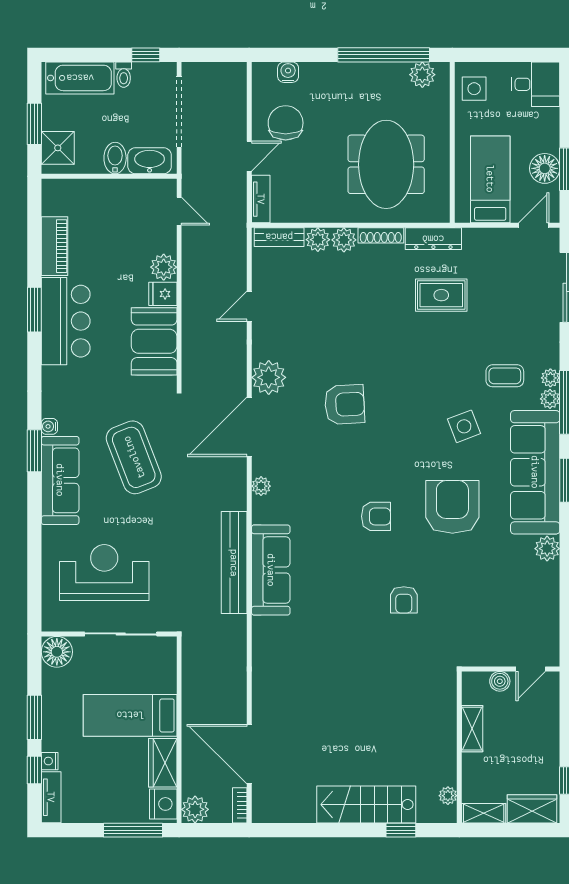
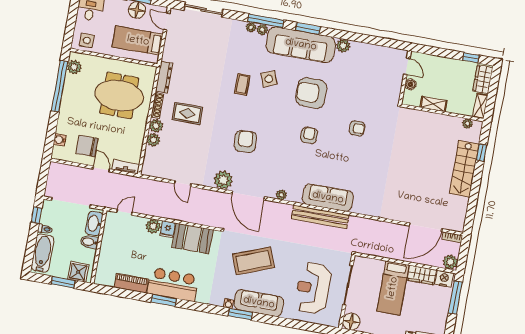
bench: (279, 237) -> (148, 161), removed
rug: (441, 295) -> (187, 113), moved, turned 90
coffee table: (505, 376) -> (242, 84), moved

